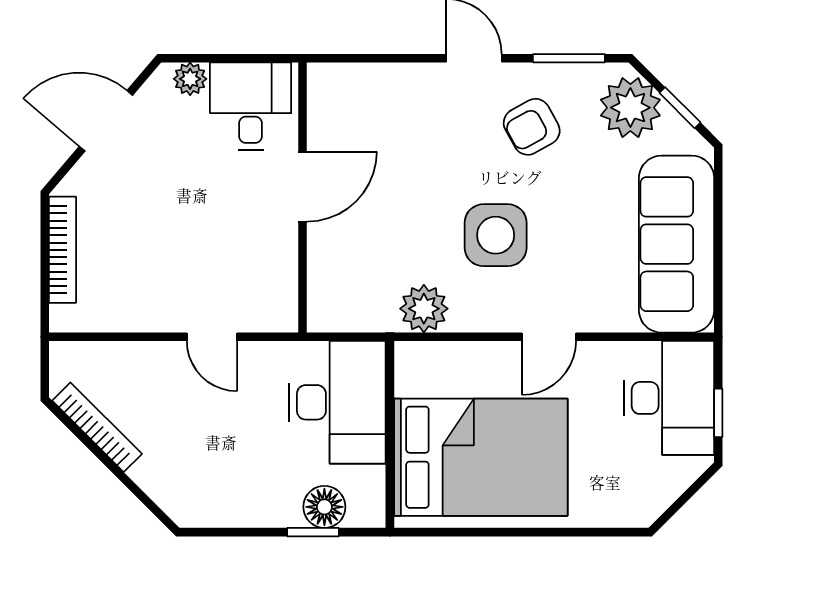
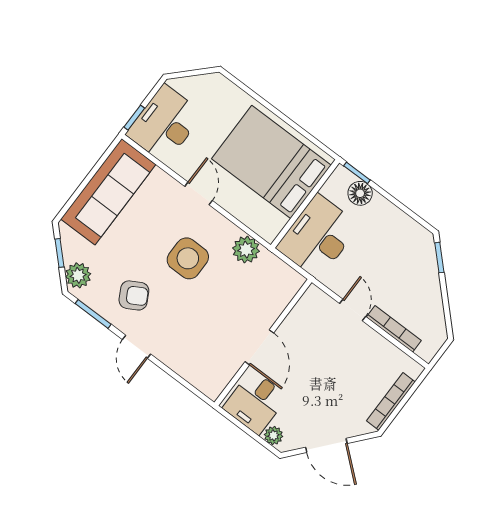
plant: (630, 108) -> (78, 275), width x0.73, depth x0.73
door: (303, 187) -> (259, 347), swing flipped
door: (549, 337) -> (199, 193), hinge flipped
window: (718, 413) -> (134, 118), moved
bookcase: (97, 427) -> (394, 329), moved, turned 135
window: (147, 501) -> (439, 258), added
window: (313, 532) -> (357, 173), moved

